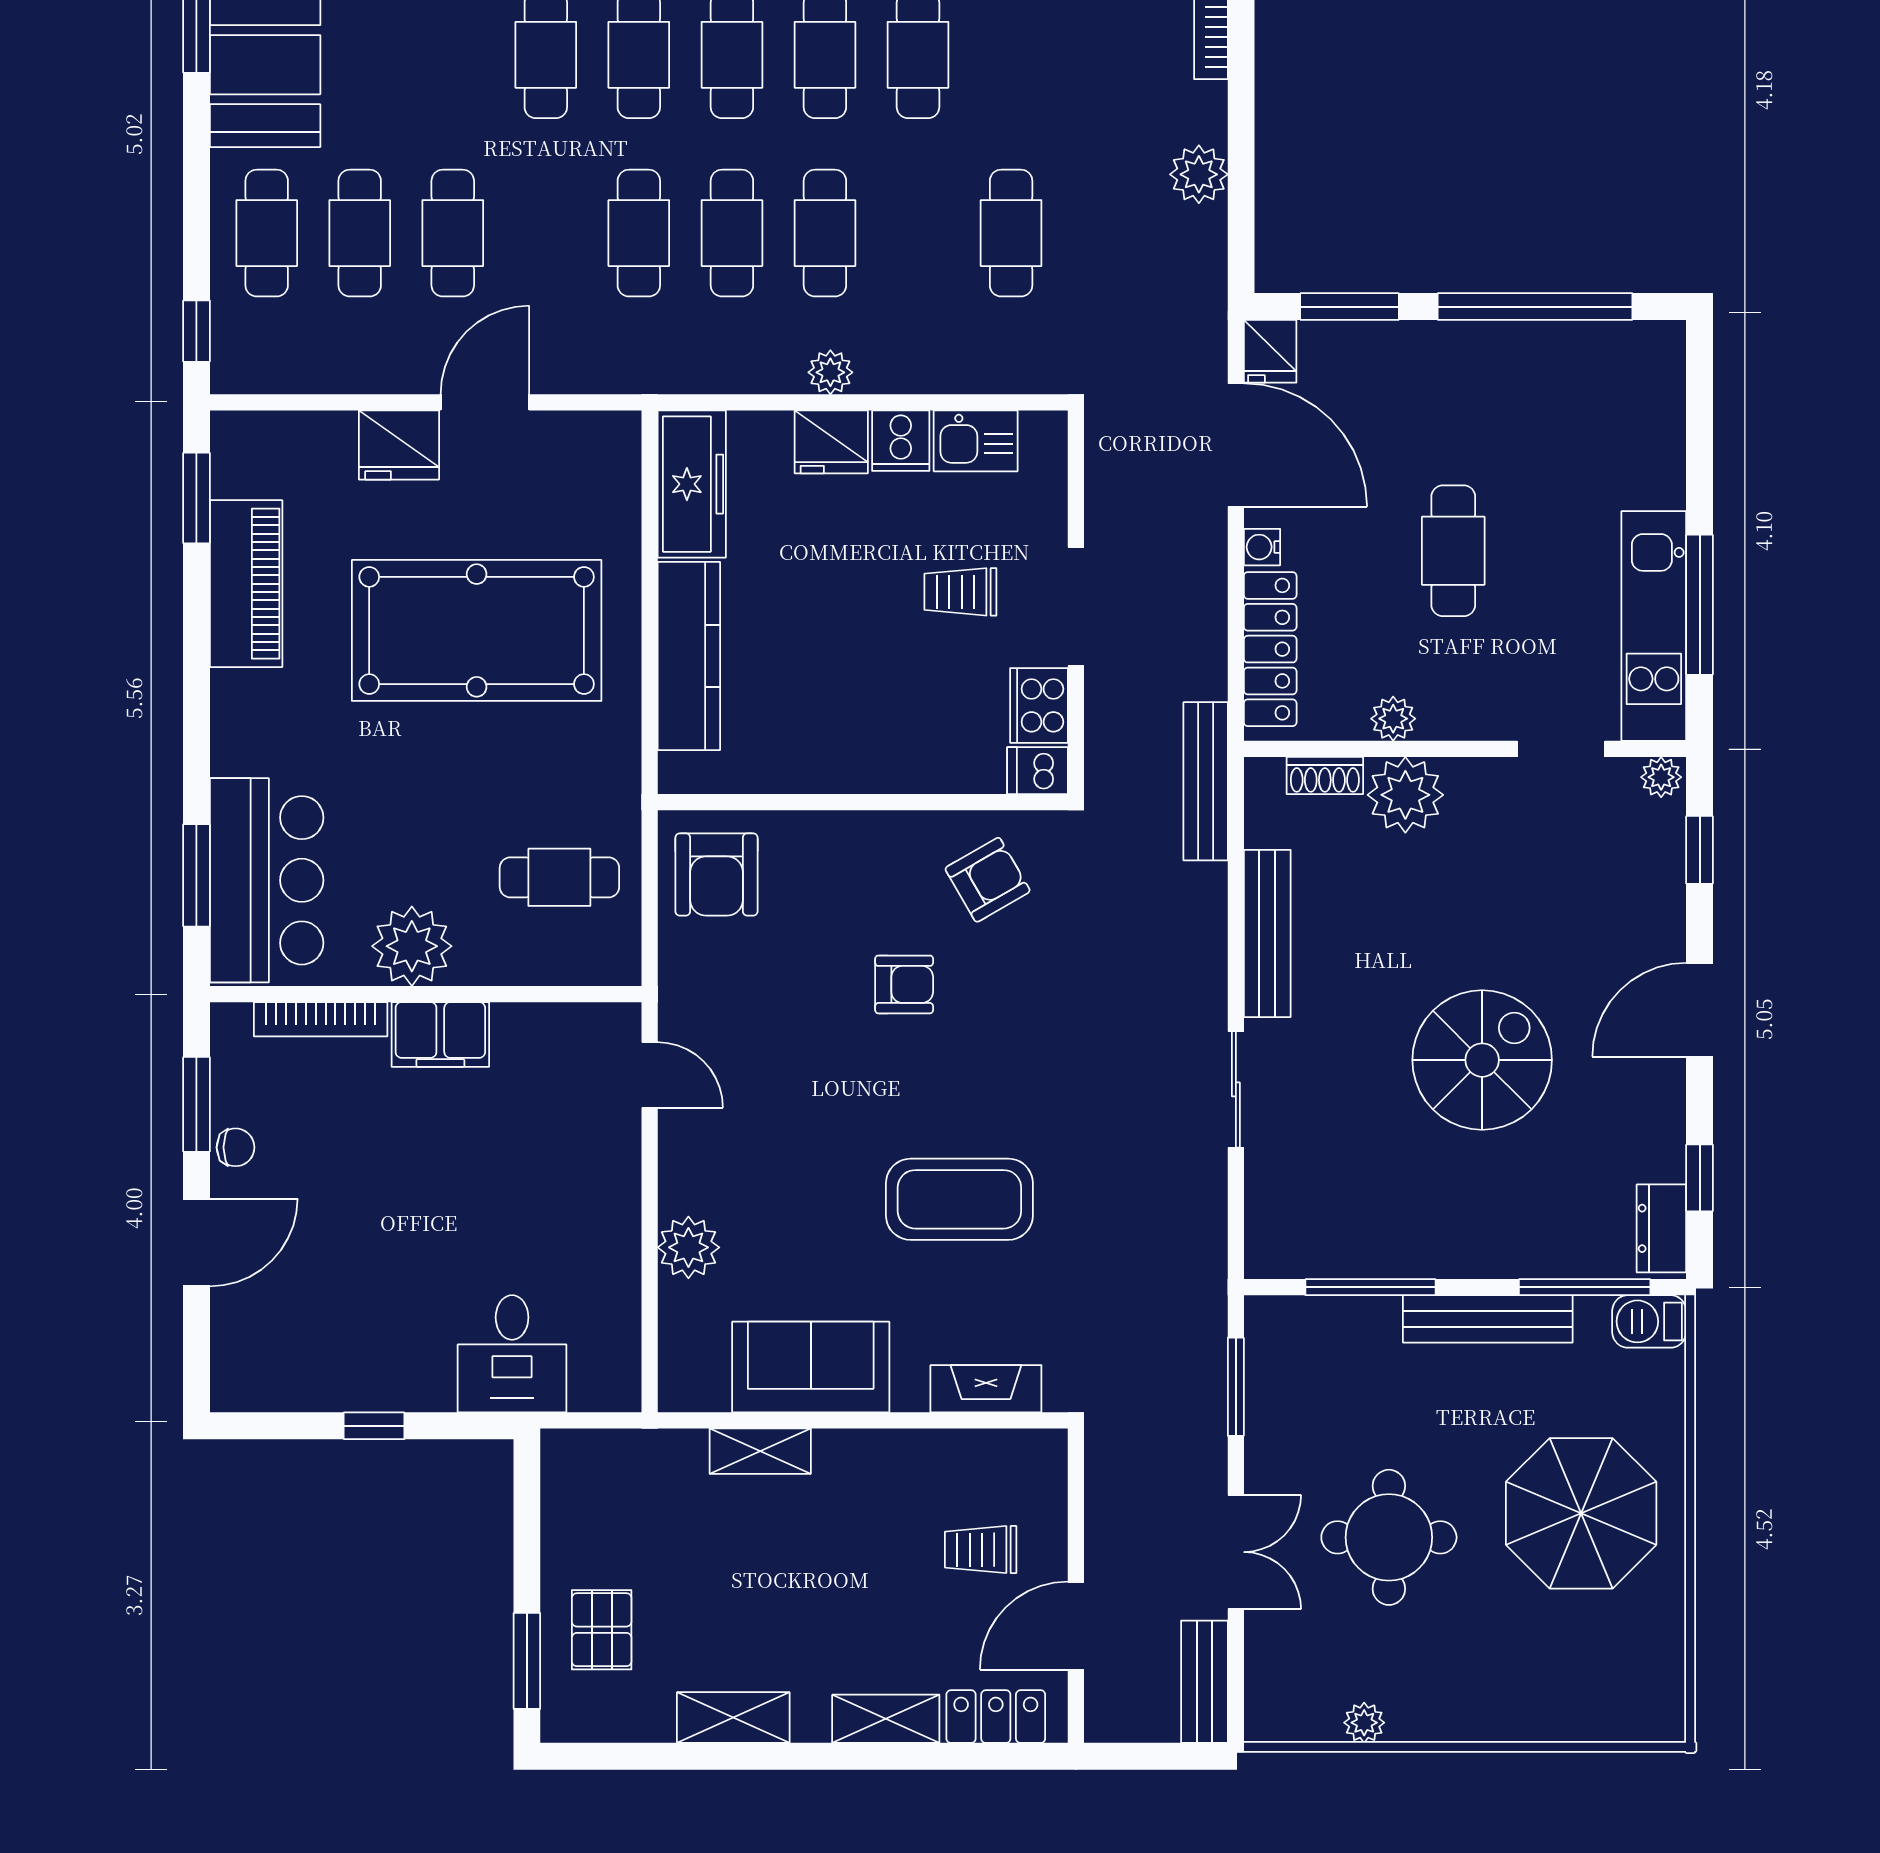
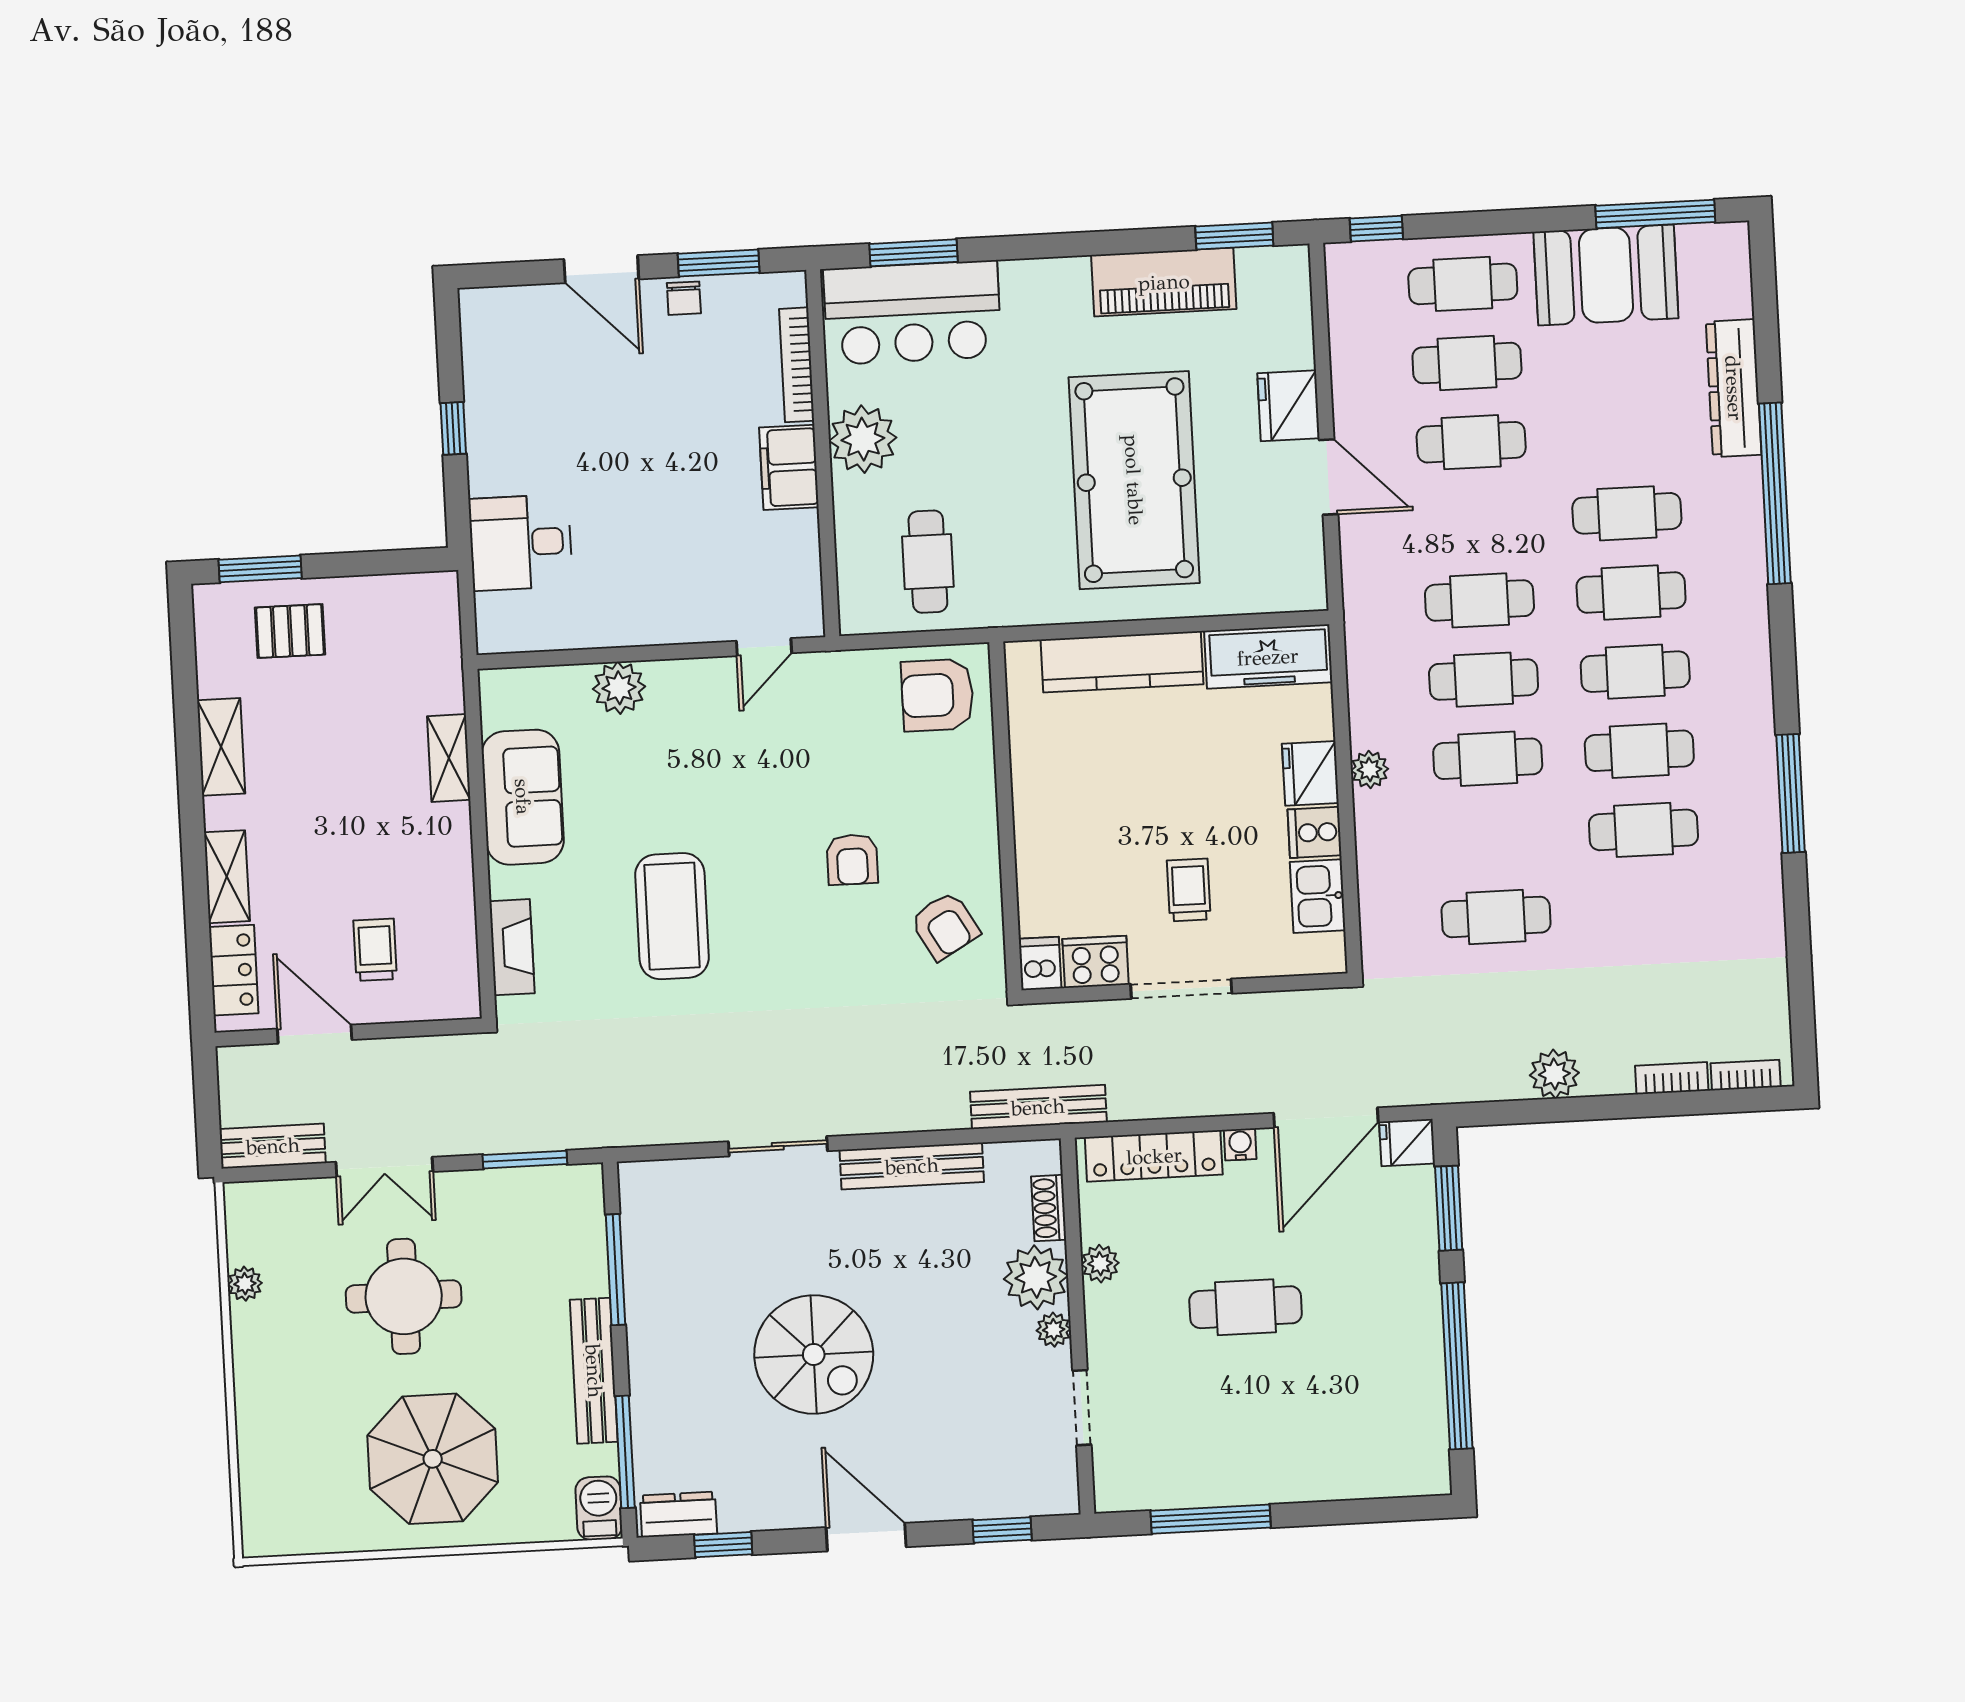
kitchen unit: (1654, 626) -> (1190, 1481), removed
plant: (1661, 777) -> (1054, 1330), moved

